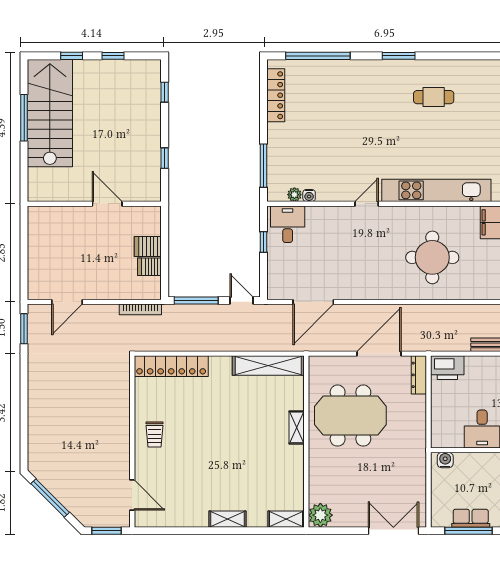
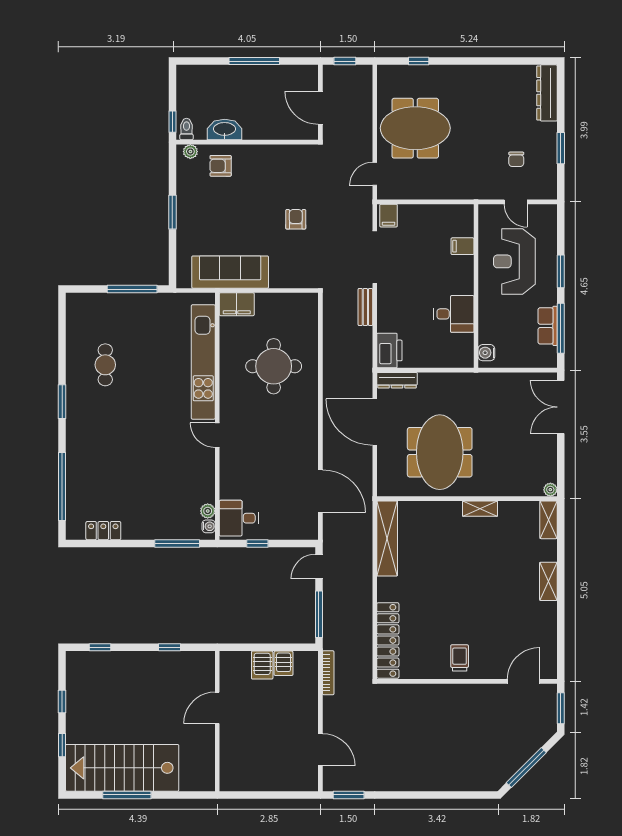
locker: (276, 95) -> (103, 531), width x0.66
water cooler: (309, 195) -> (209, 526), moved
shelving: (297, 427) -> (480, 509), moved
trolley: (154, 434) -> (460, 658), turned -90
plant: (320, 515) -> (550, 490), width x0.53, depth x0.53

